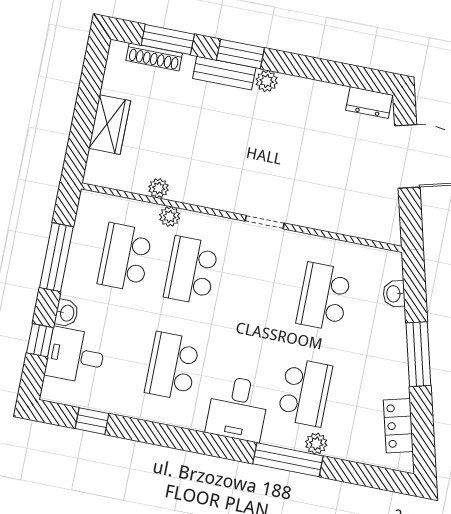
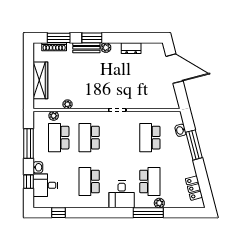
dresser: (369, 103) -> (131, 48), moved
wardrobe: (110, 125) -> (40, 80), width x1.50
plant: (170, 217) -> (54, 116), moved
window: (418, 354) -> (194, 145), moved

